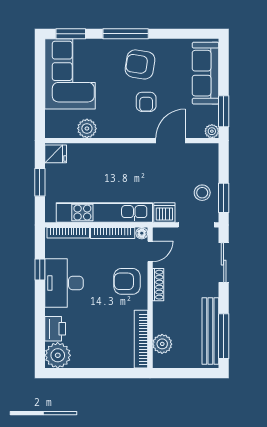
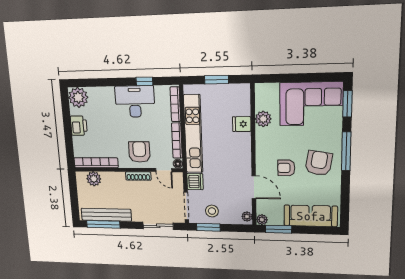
plant: (208, 149) -> (247, 217), added
fridge: (56, 154) -> (242, 124), moved, turned 90
printer: (55, 329) -> (79, 126), moved, turned -90

